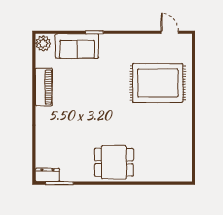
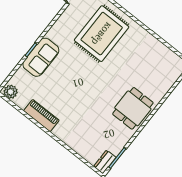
sofa: (77, 46) -> (41, 57), moved

